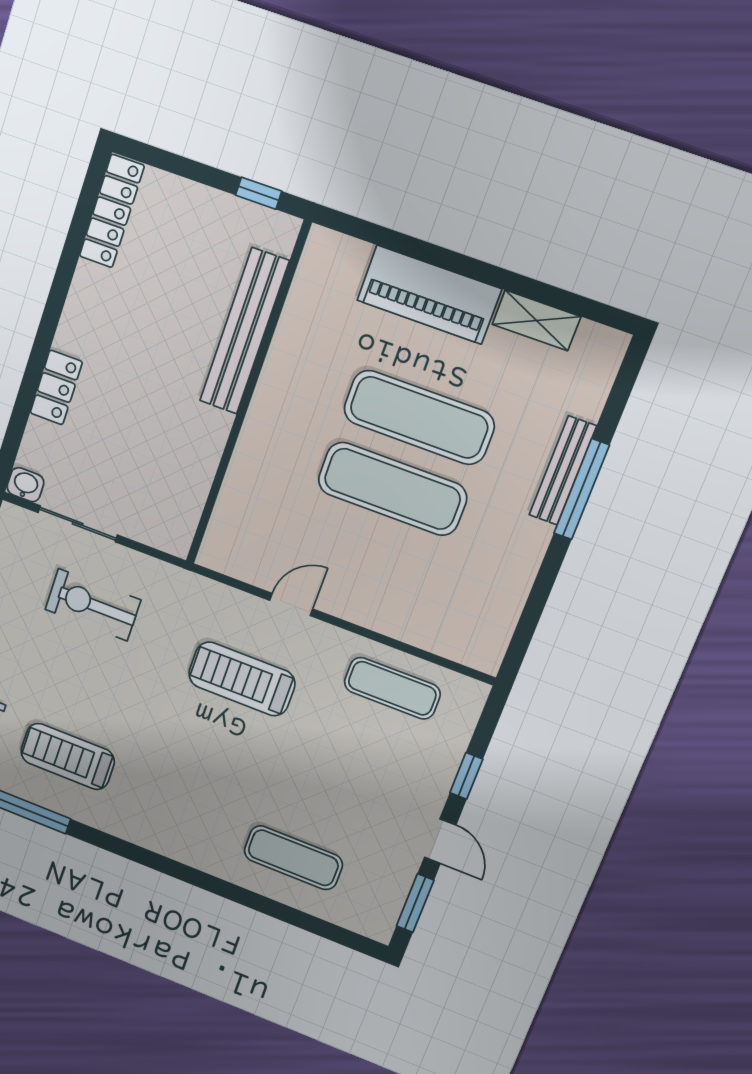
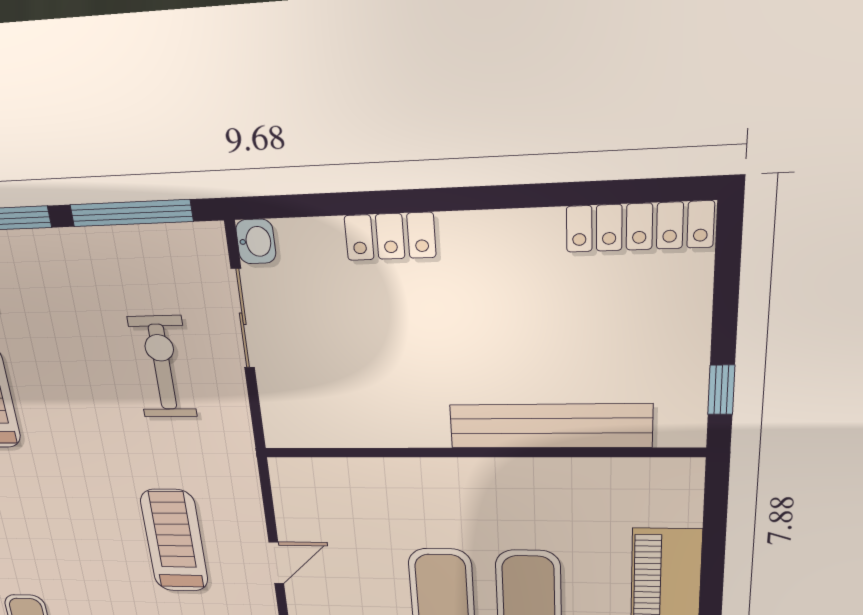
door: (291, 605) -> (276, 563), hinge flipped

